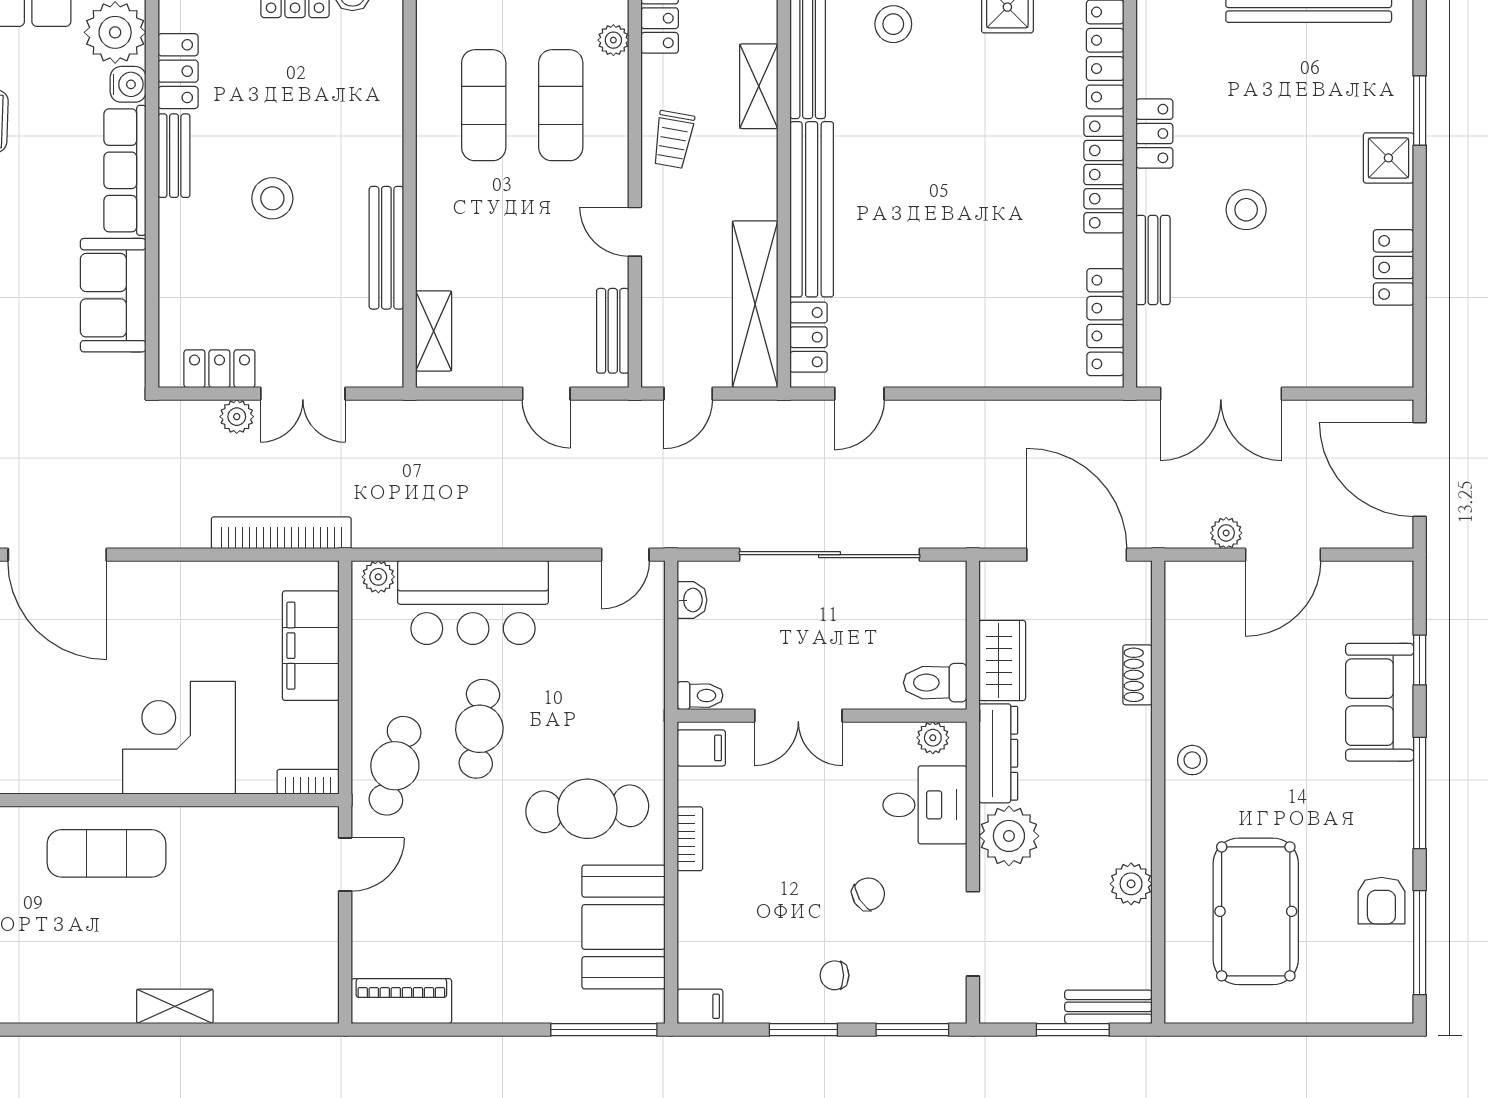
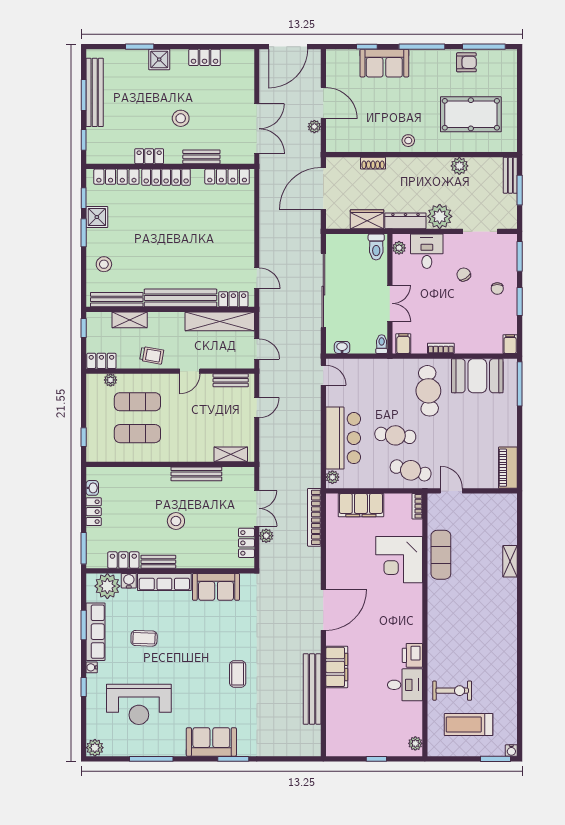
exercise mat: (107, 853) -> (441, 555), moved

